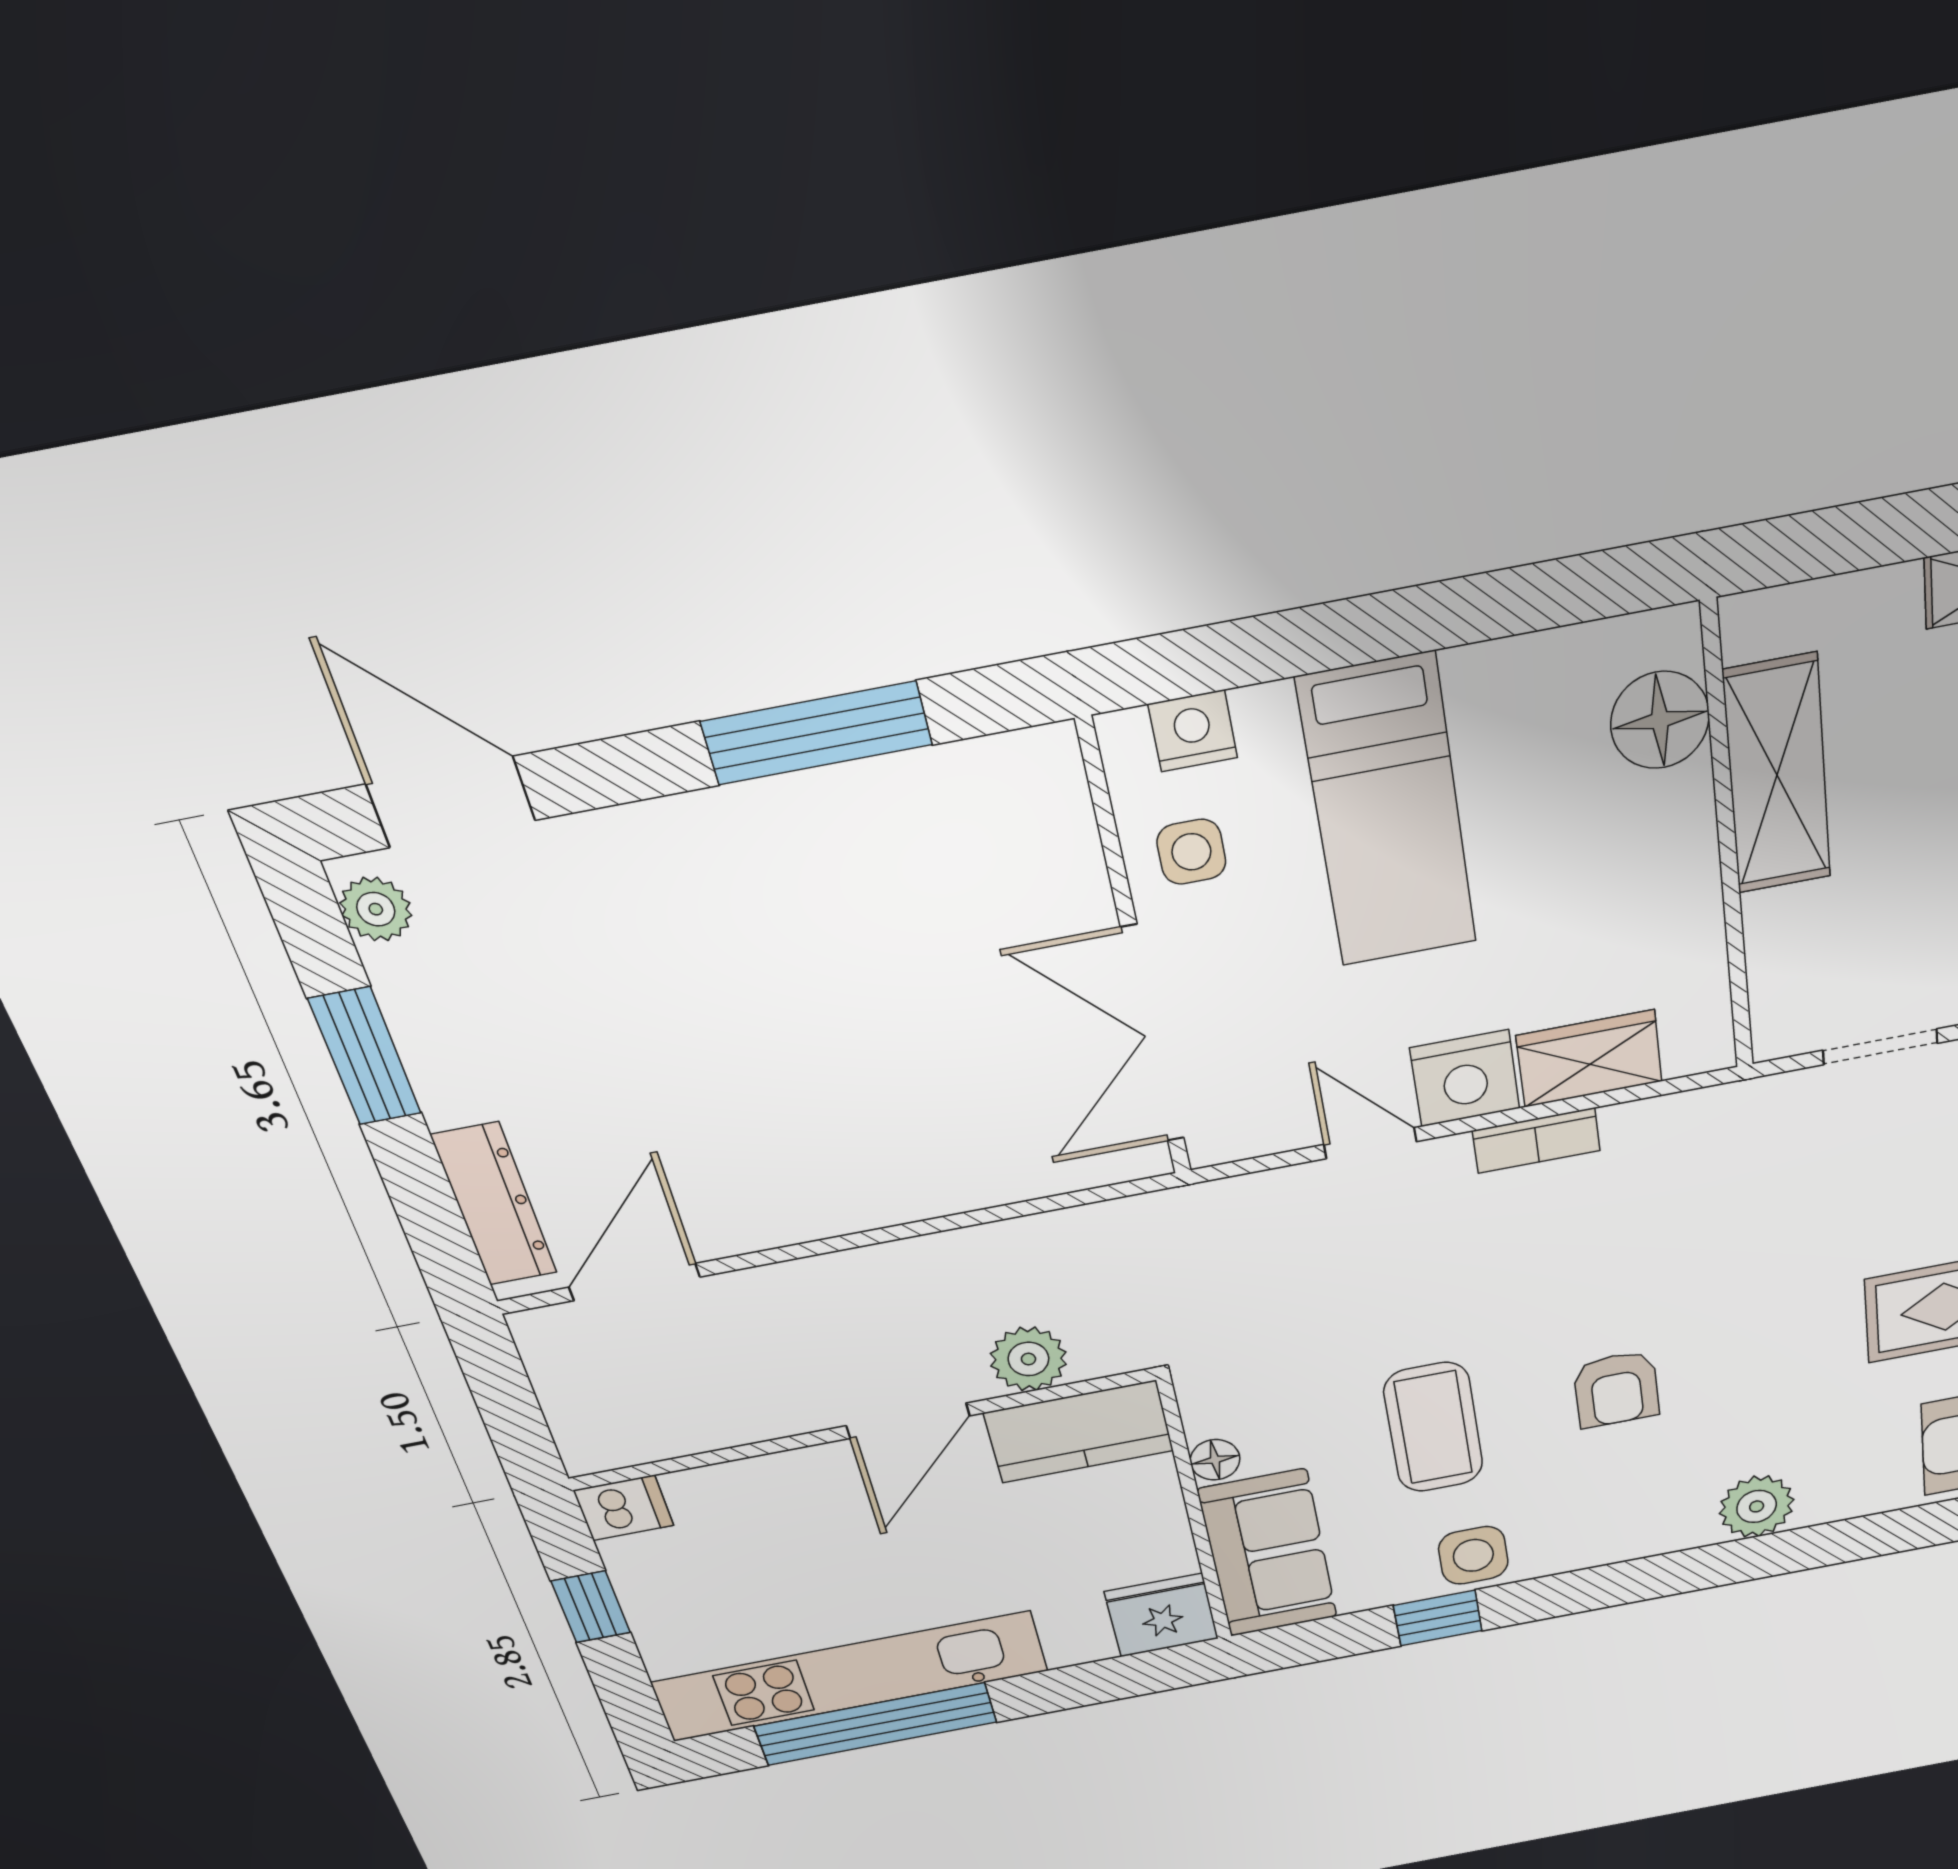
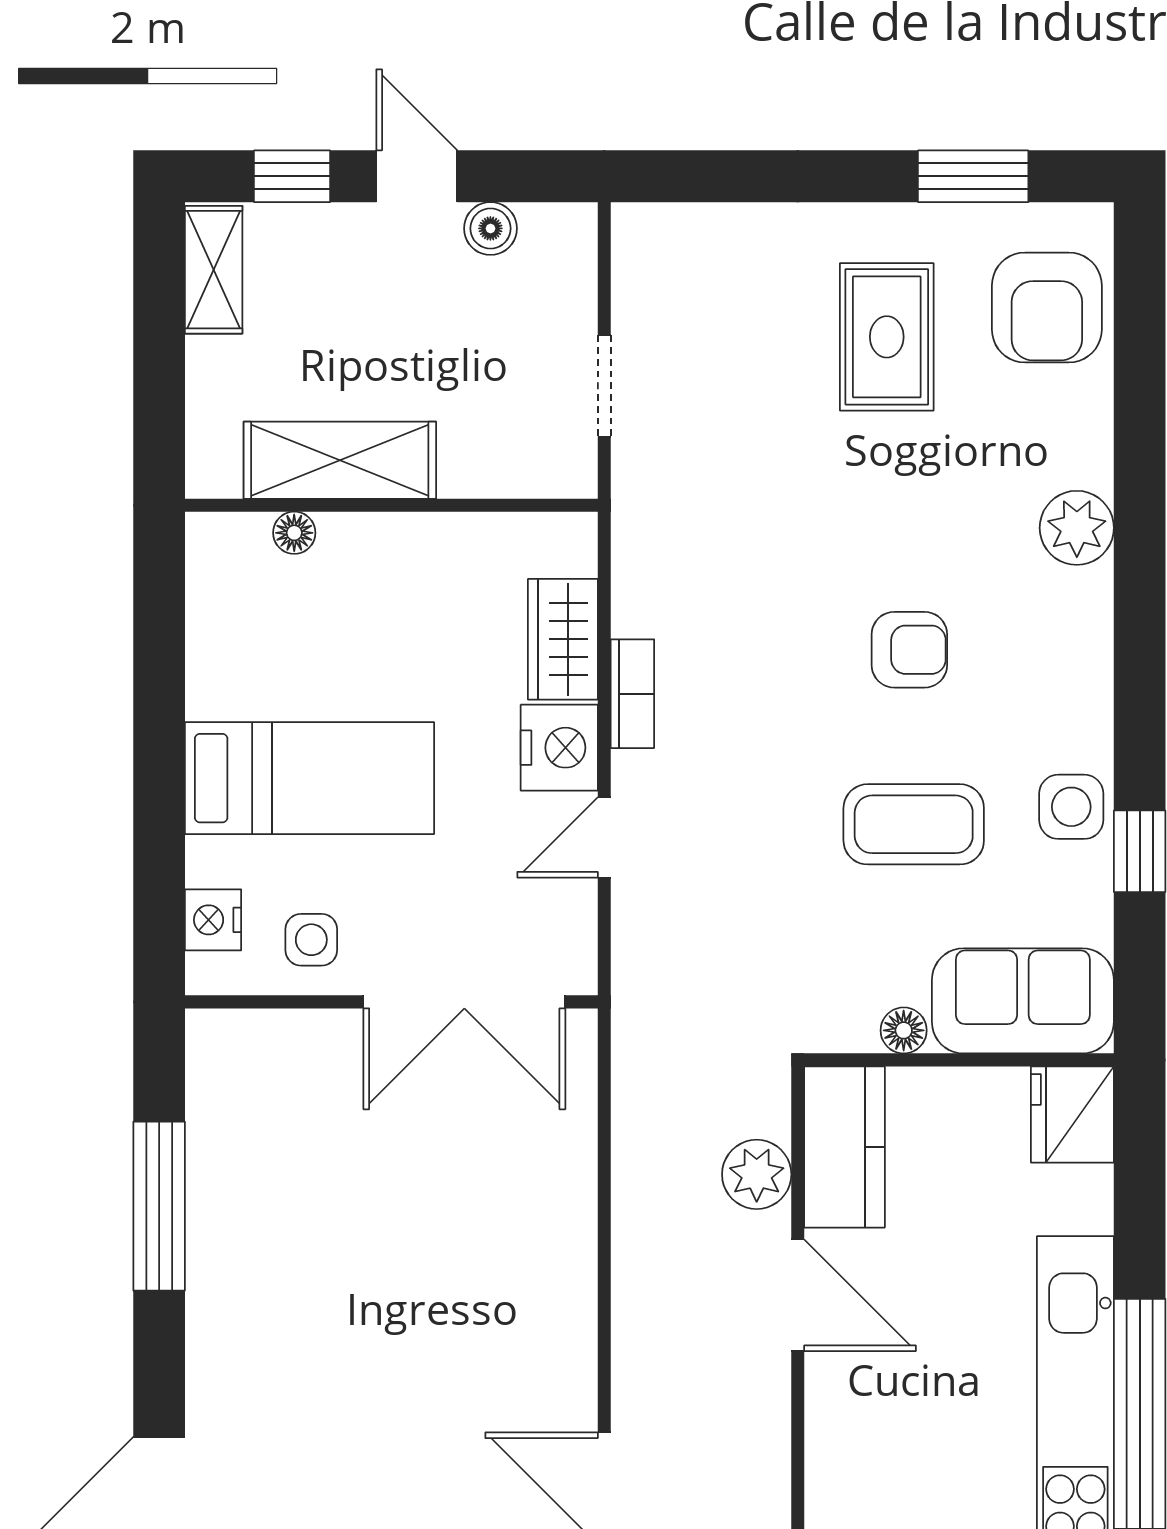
floor lamp: (1660, 720) -> (294, 533), width x0.53, depth x0.53

